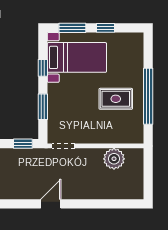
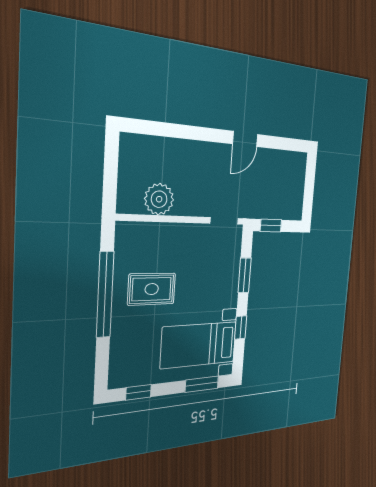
window: (106, 28) -> (139, 392), moved

